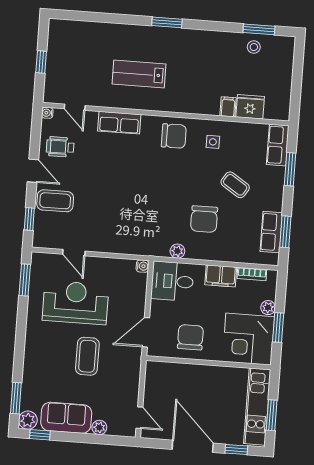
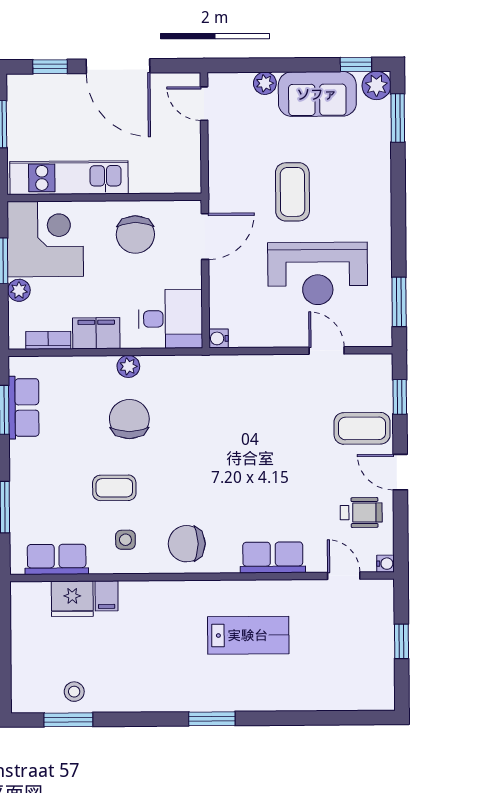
row of seats: (278, 145) -> (57, 559), moved, turned -90
coffee table: (235, 185) -> (114, 488), moved, turned -33
plant: (177, 251) -> (128, 366), moved
kitchen unit: (257, 407) -> (69, 178), moved, turned -90

